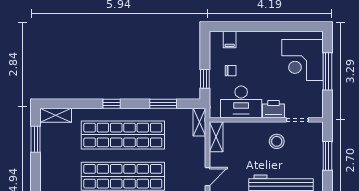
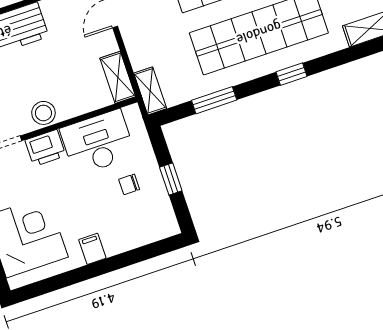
filing cabinet: (230, 39) -> (92, 249), moved
window: (205, 79) -> (171, 179), moved
stool: (277, 141) -> (43, 113), moved

